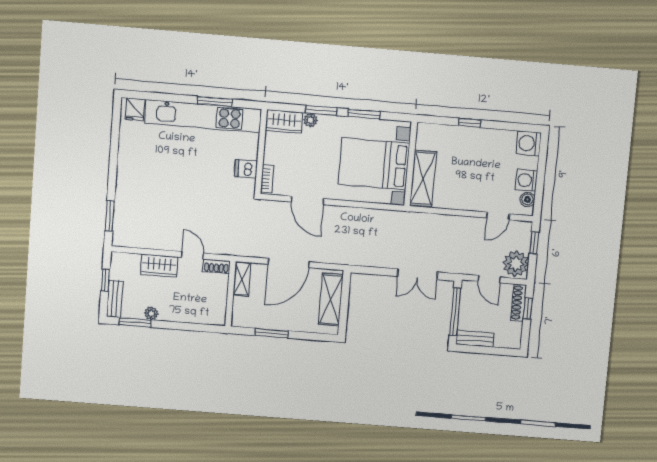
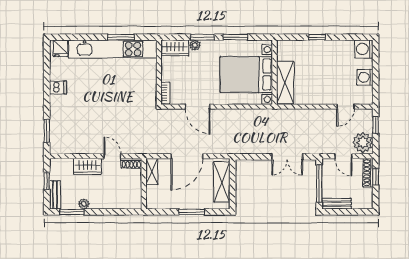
dishwasher: (246, 169) -> (58, 87), moved, turned 180
boiler: (527, 199) -> (367, 92), removed
window: (271, 333) -> (192, 212), moved

